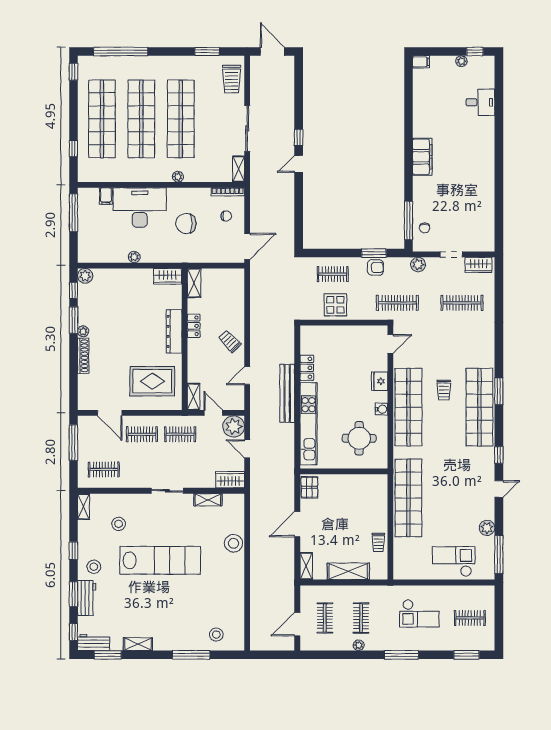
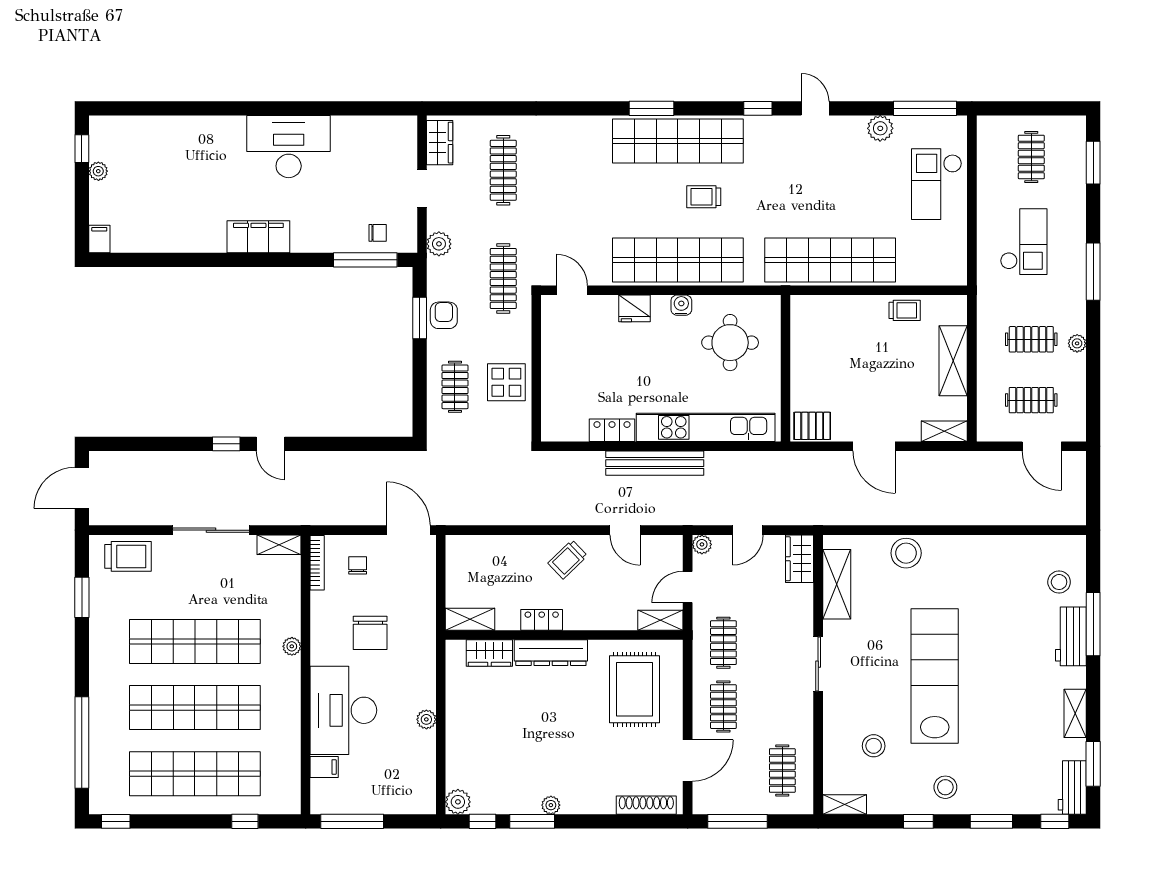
desk: (480, 102) -> (289, 147), moved, width x1.87, depth x1.30
wardrobe: (167, 276) -> (489, 653), moved, turned 90
shoe rack: (83, 356) -> (646, 805), moved
trolley: (444, 390) -> (704, 197), moved, turned 180
plant: (234, 426) -> (702, 544), width x0.53, depth x0.53
shelving: (208, 500) -> (837, 584), width x1.50, depth x1.33
workbench: (87, 598) -> (1071, 636), moved, turned -90

